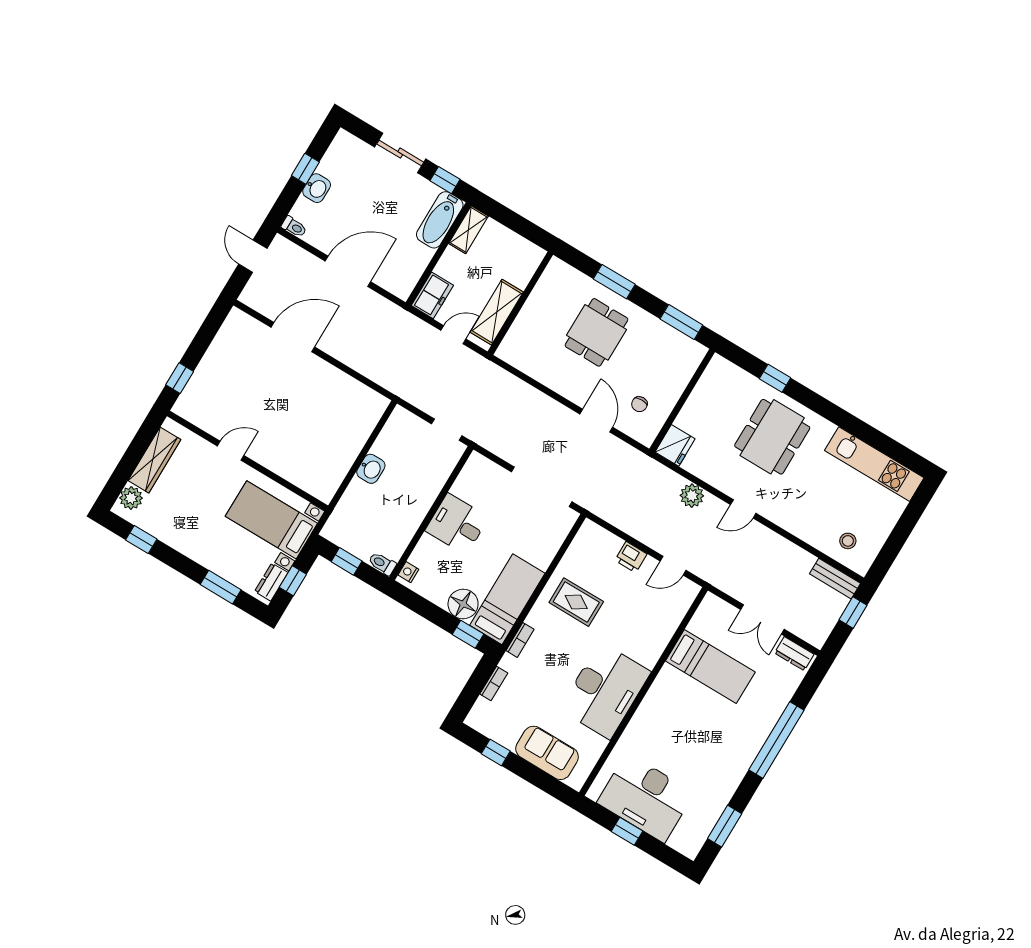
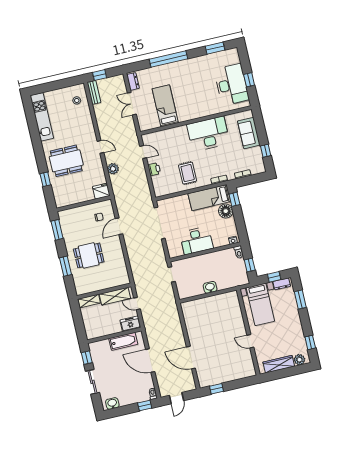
window: (305, 169) -> (145, 405), moved
washbasin: (317, 188) -> (112, 403), moved
bathtub: (440, 220) -> (123, 341), moved
shelving: (468, 230) -> (89, 301), moved
window: (180, 378) -> (216, 389), moved
desk: (457, 524) -> (196, 241), width x1.37
double door: (762, 619) -> (132, 104), swing flipped

